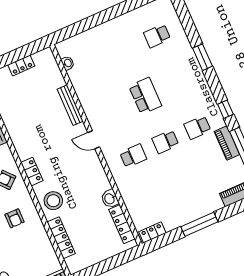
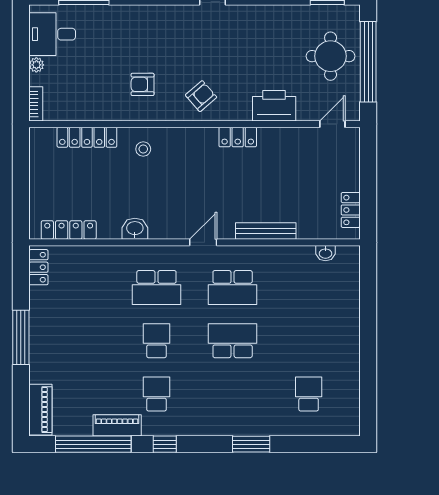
locker: (21, 65) -> (351, 210), moved
school desk: (145, 96) -> (233, 341), turned 180
school desk: (113, 110) -> (233, 287), added
school desk: (133, 156) -> (156, 287), width x1.85
locker: (32, 172) -> (238, 137), moved
washbasin: (110, 199) -> (135, 229), moved
stool: (53, 201) -> (143, 149), width x0.53, depth x0.53

